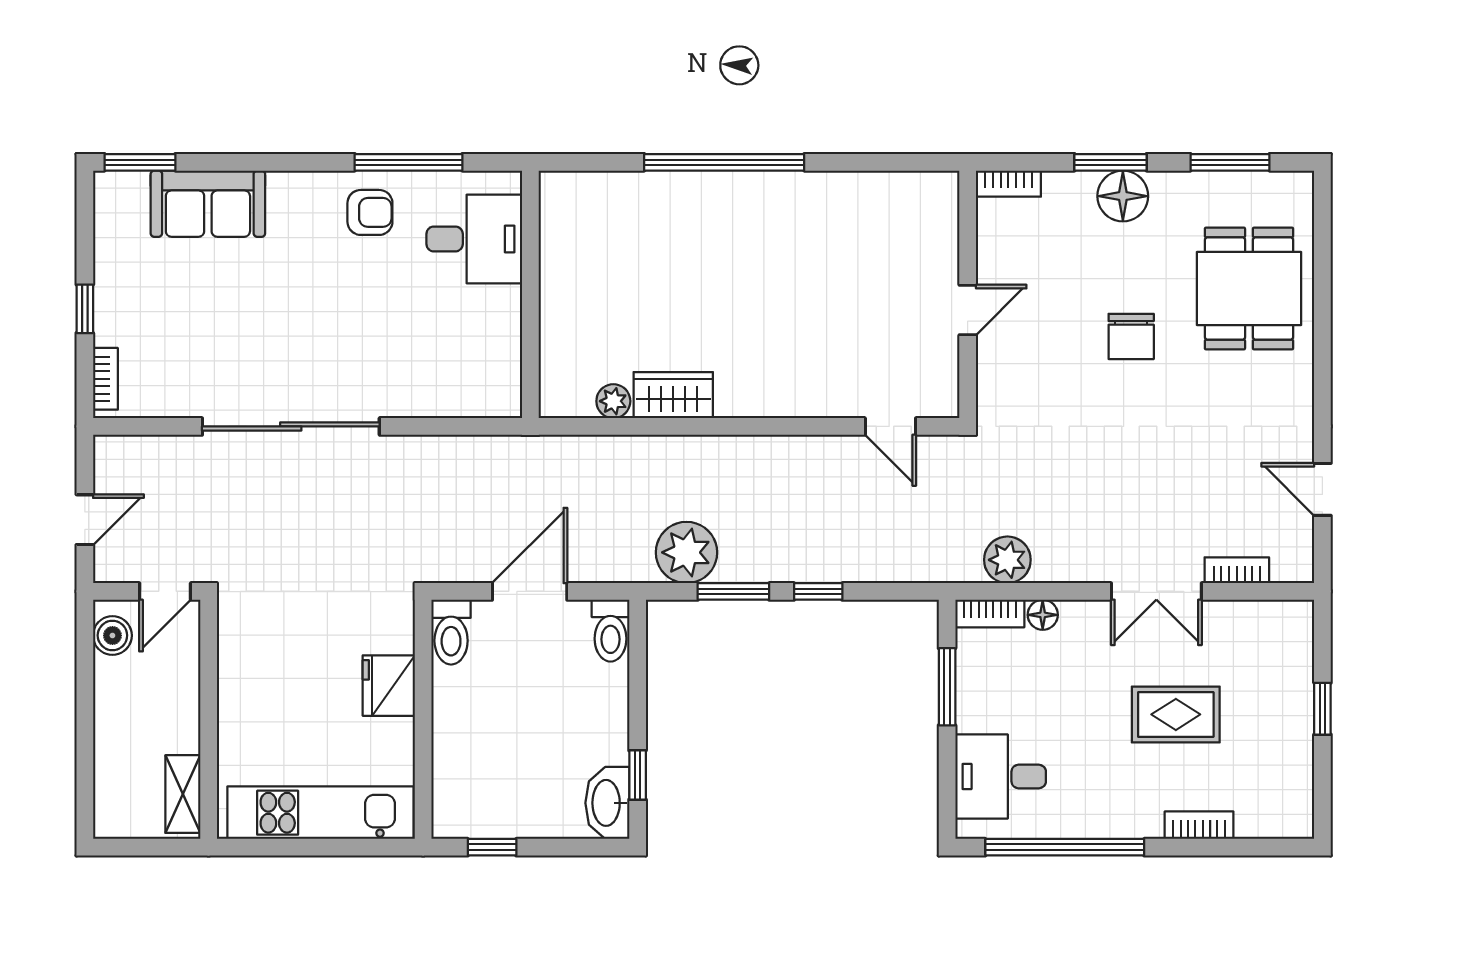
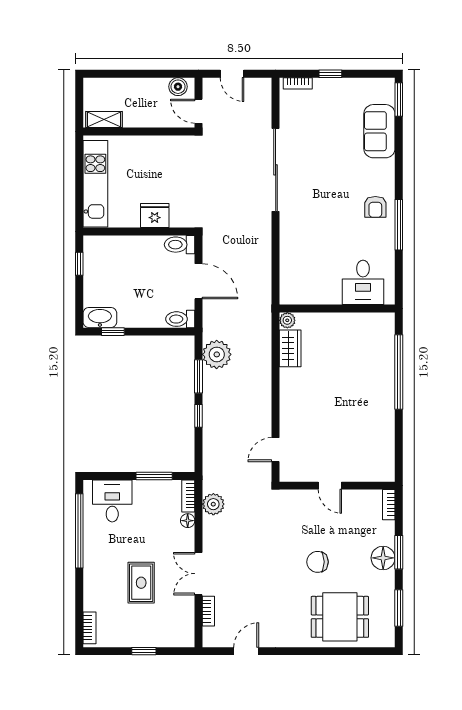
desk: (474, 239) -> (363, 282), moved
wall: (530, 294) -> (337, 309), moved
bookcase: (1199, 825) -> (90, 628), moved

